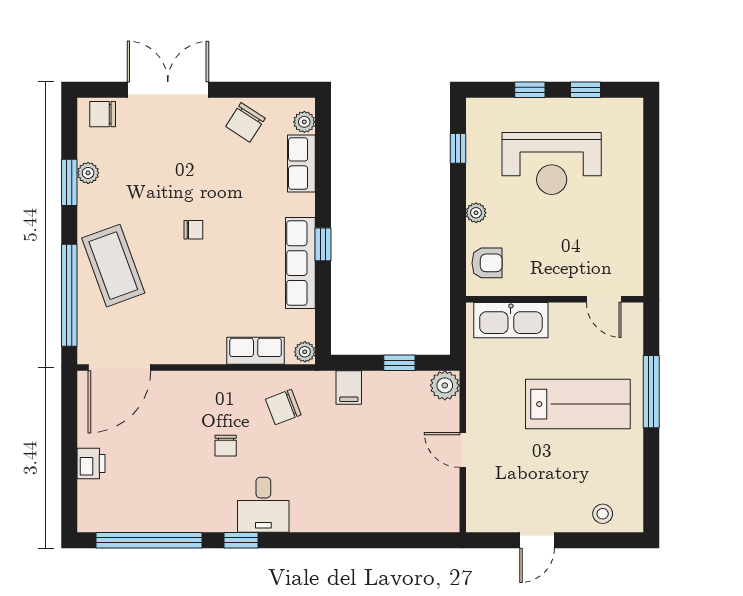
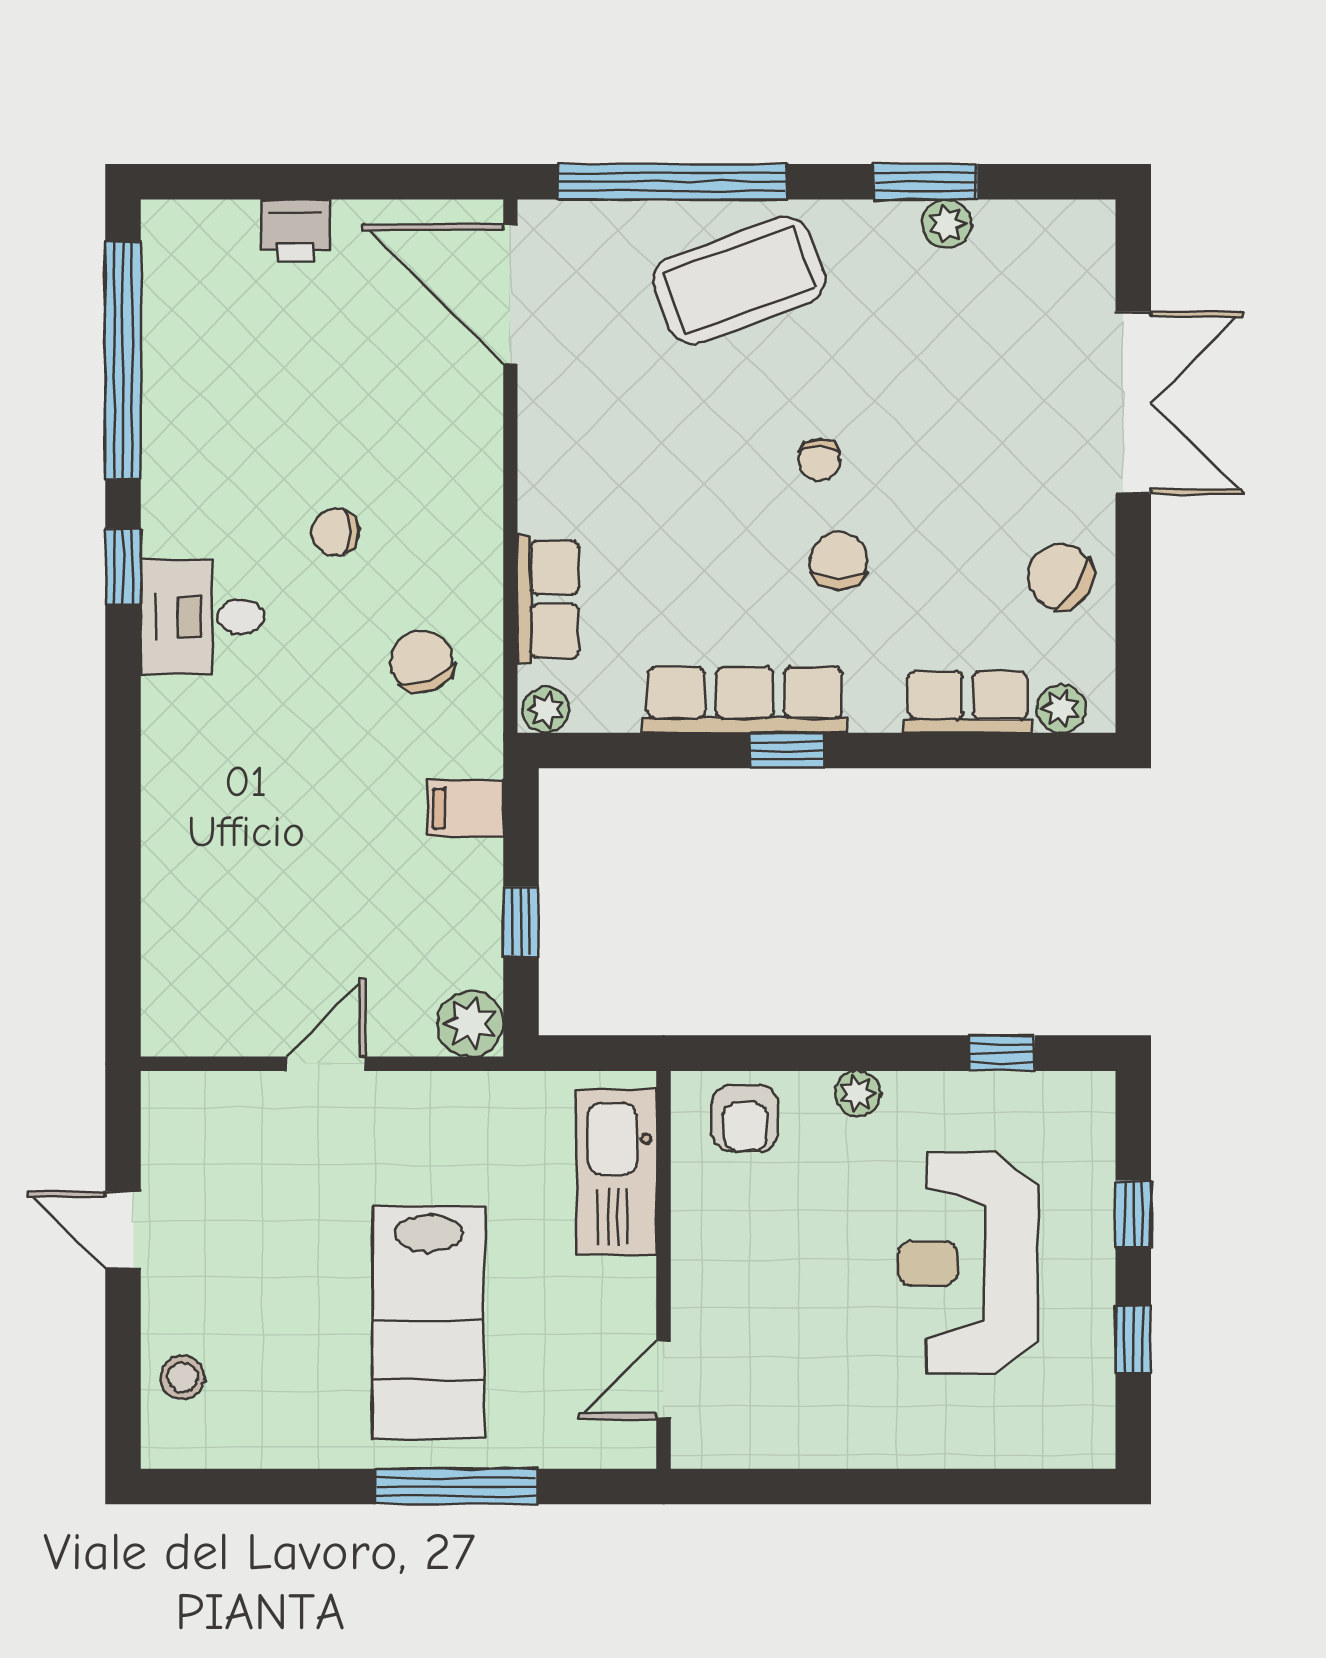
chair: (103, 114) -> (839, 561), moved

